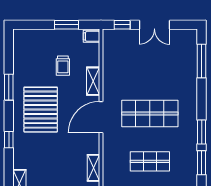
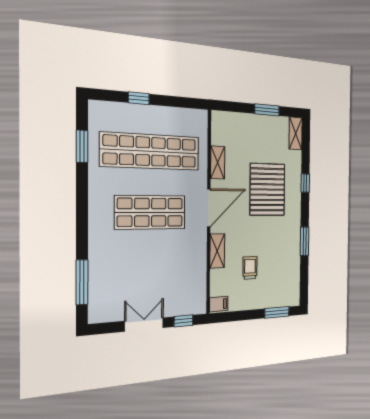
window: (67, 25) -> (277, 312), moved
pallet: (41, 110) -> (267, 190), moved
window: (202, 132) -> (82, 188), removed
shop shelf: (150, 161) -> (151, 151), width x2.00, depth x1.36
shelving: (93, 168) -> (218, 162), moved

